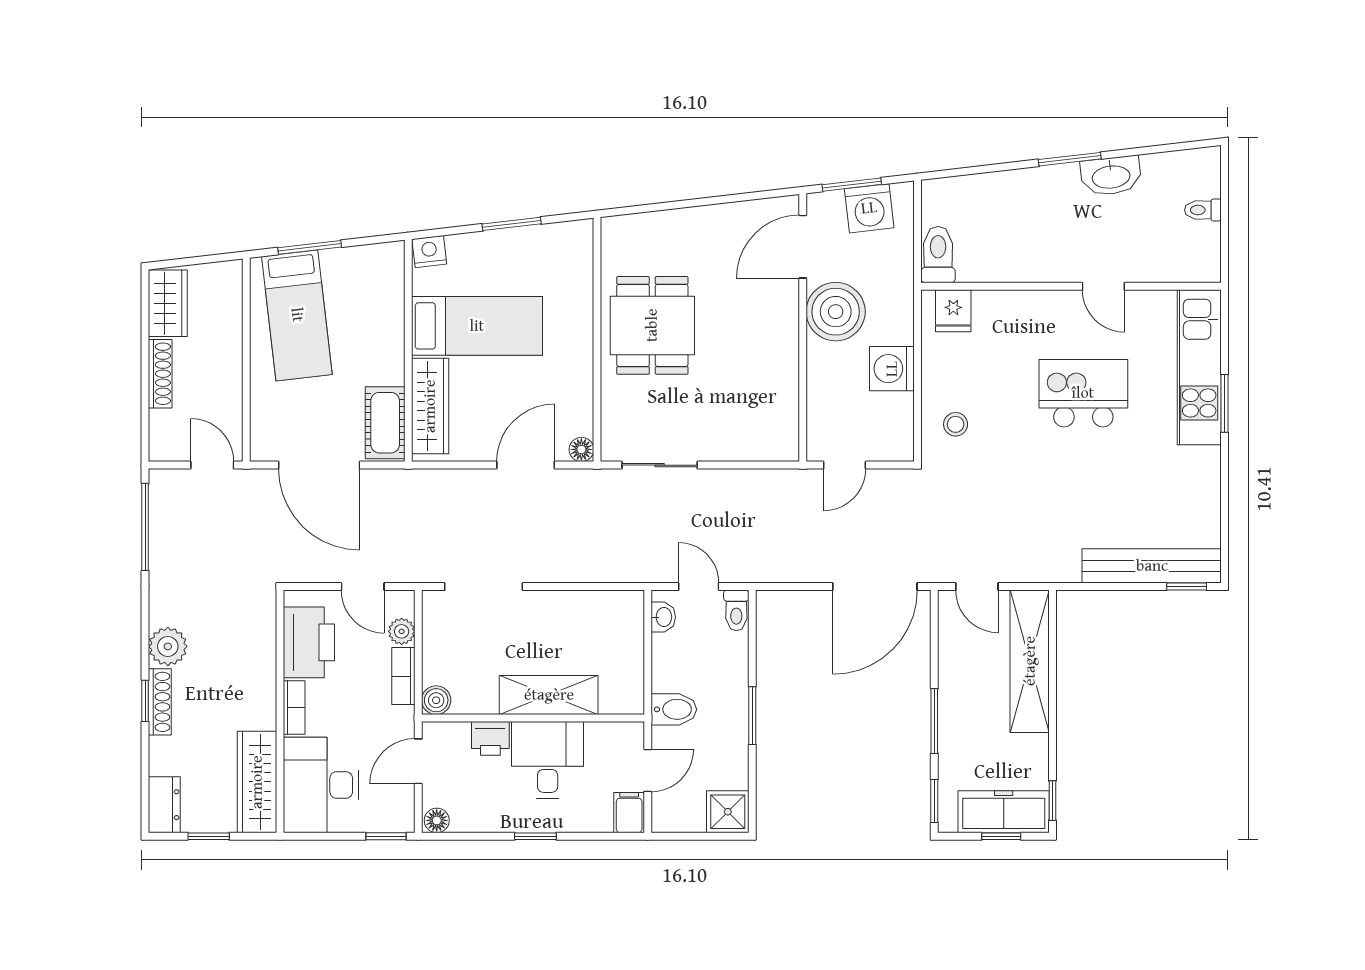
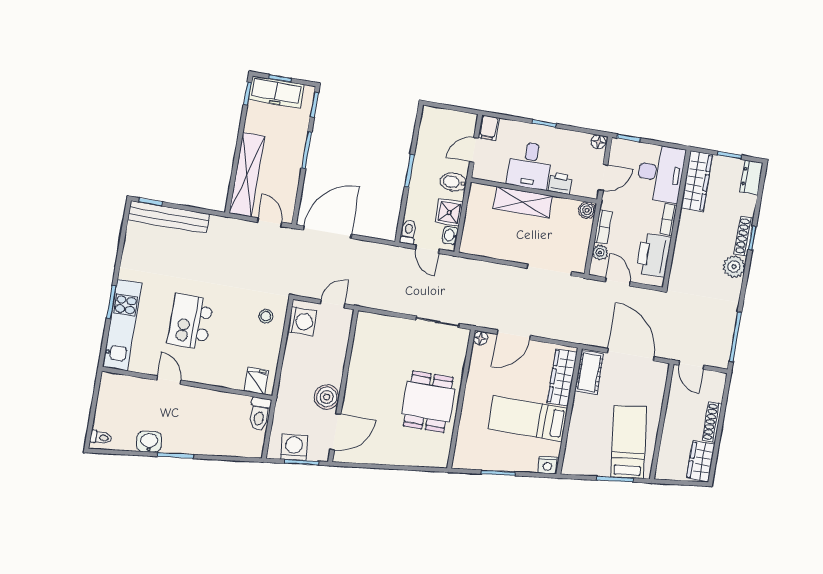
washbasin: (1111, 176) -> (149, 442), width x0.72
toilet: (1203, 210) -> (101, 437), moved
boiler: (836, 312) -> (327, 397), width x0.73, depth x0.73
washing machine: (892, 369) -> (302, 321), moved
kitchen island: (1083, 393) -> (190, 321), turned 90
shower: (728, 812) -> (449, 212), moved

